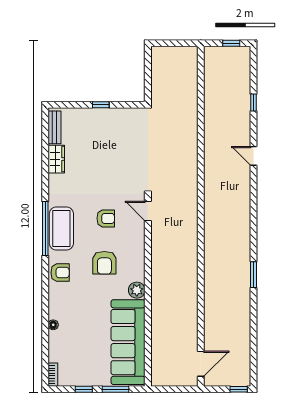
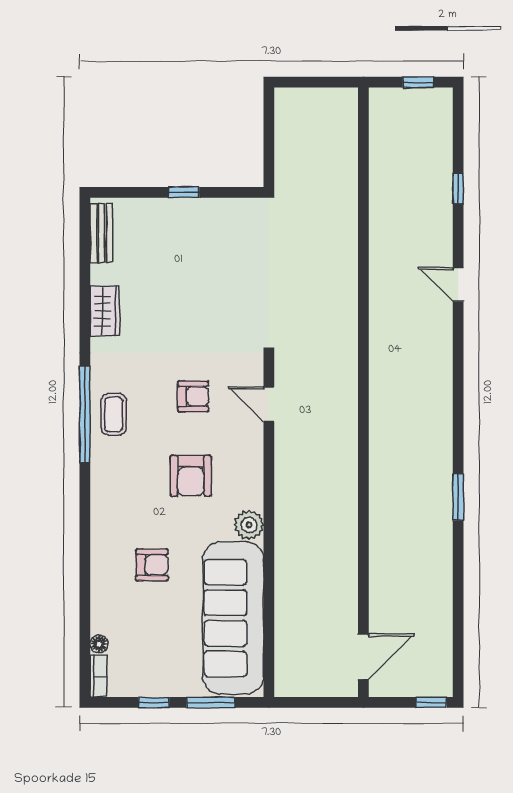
wardrobe: (56, 159) -> (105, 311), moved
door: (148, 211) -> (269, 404), moved
coffee table: (61, 229) -> (114, 414), width x0.54, depth x0.58
armchair: (60, 273) -> (152, 565), moved
floor lamp: (53, 325) -> (99, 644), moved

